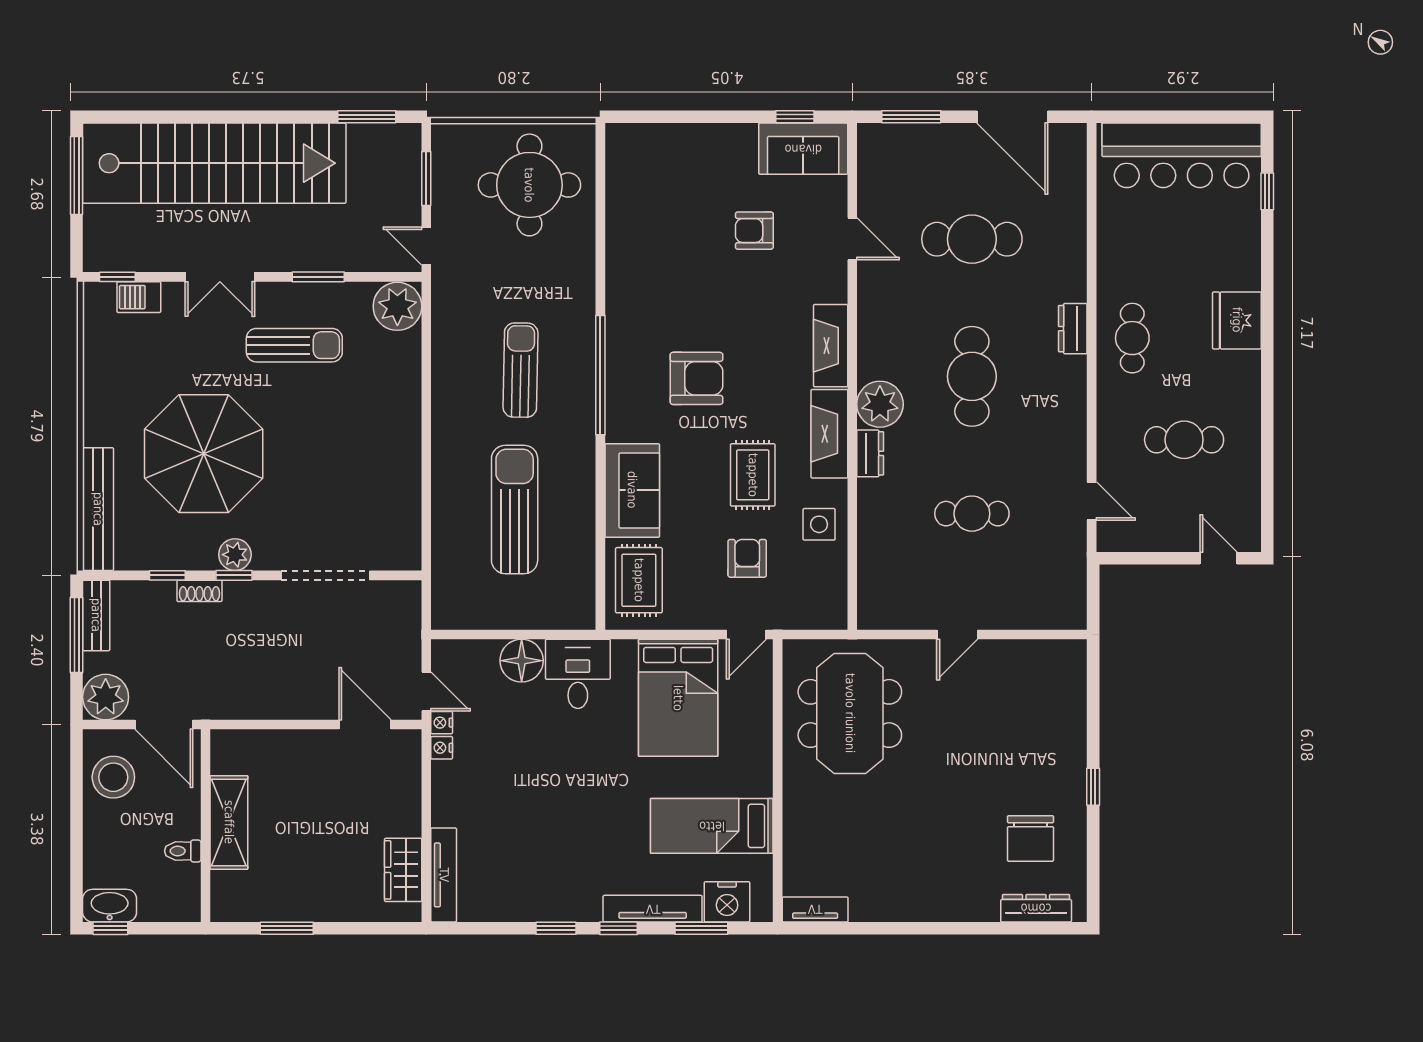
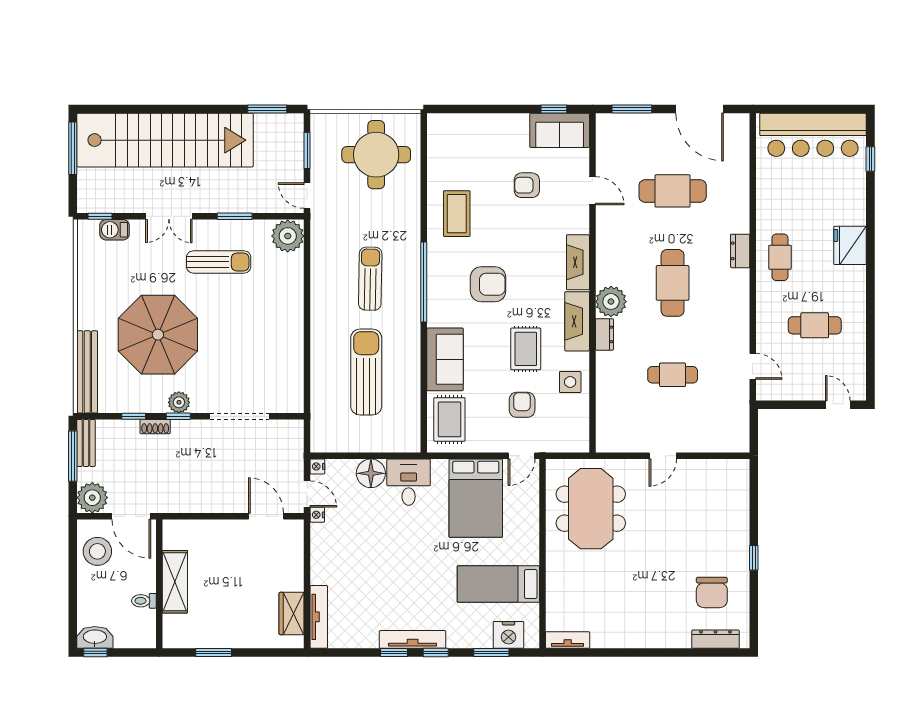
coffee table: (650, 273) -> (457, 214), added
nightstand: (442, 748) -> (317, 466), moved
tv unit: (653, 909) -> (413, 639), moved

